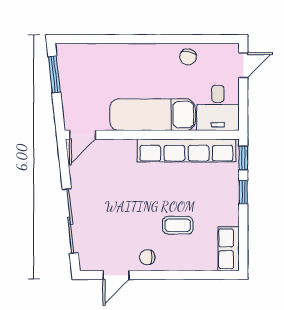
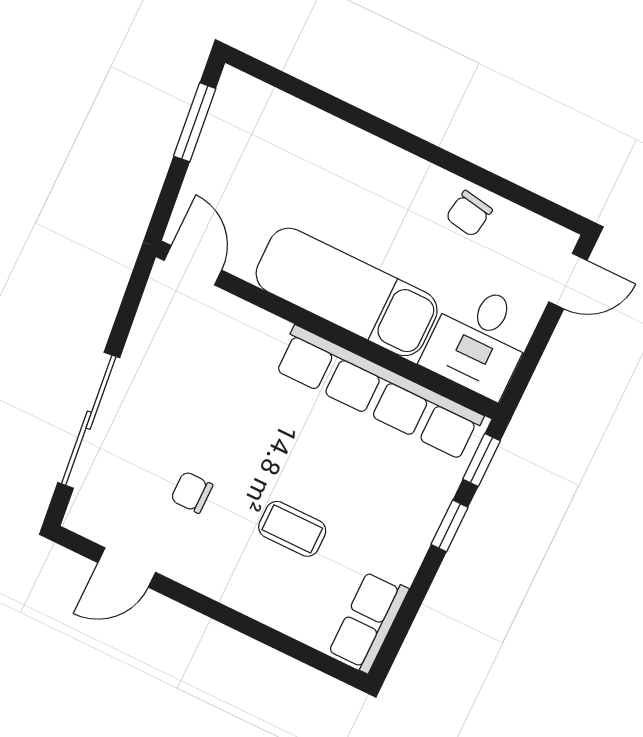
door: (83, 135) -> (193, 265), swing flipped
chair: (147, 257) -> (192, 492), moved

